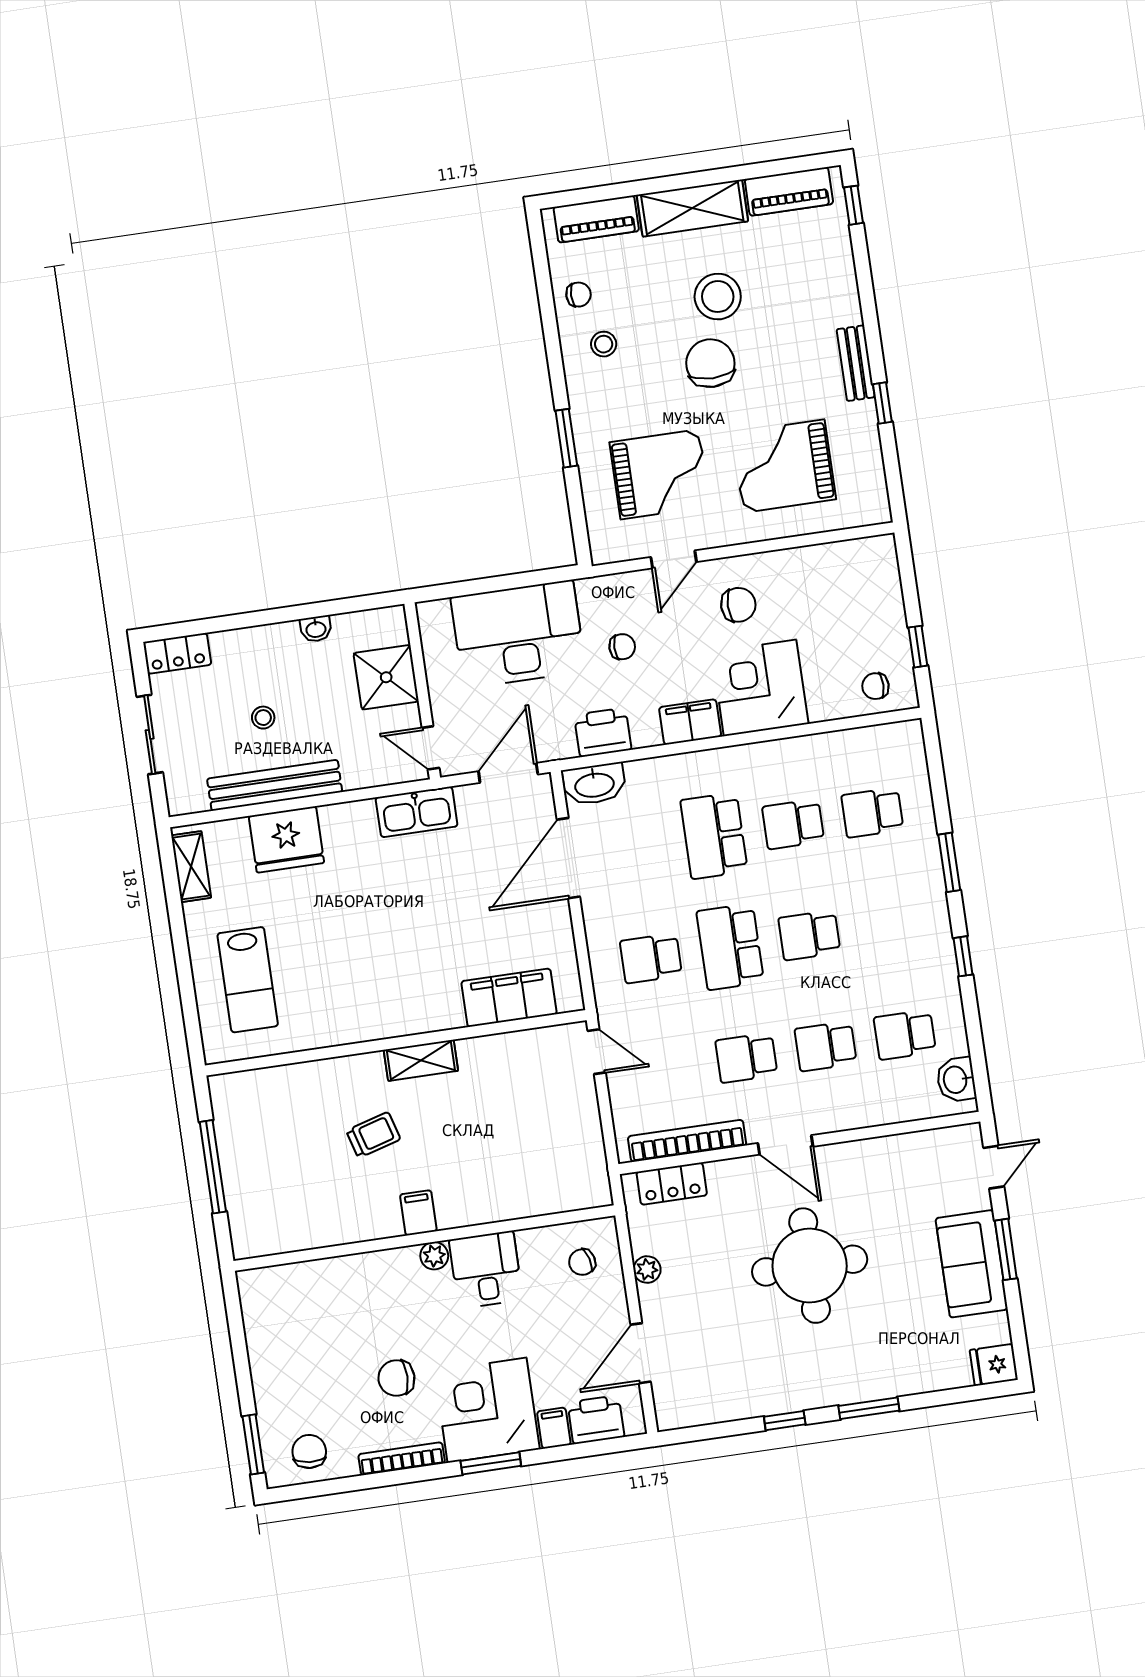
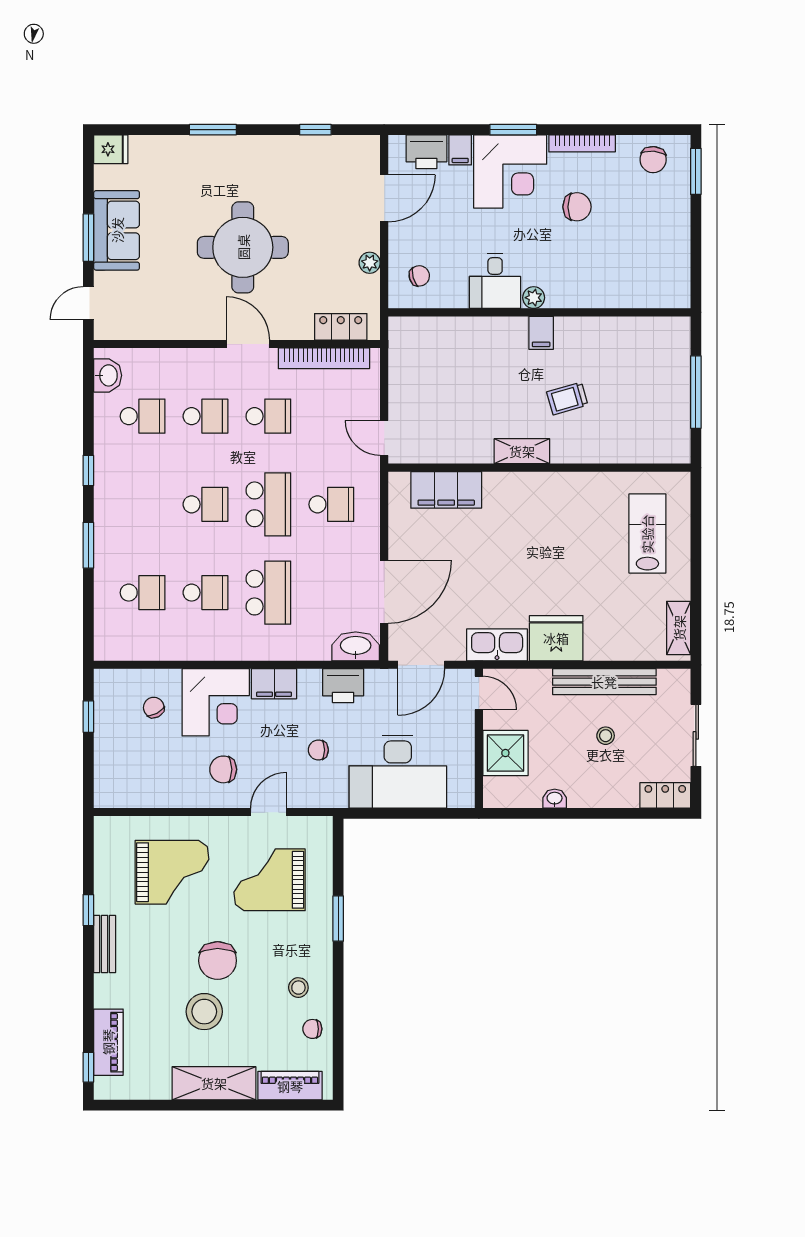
piano: (789, 192) -> (108, 1042), moved, turned 90
chair: (875, 686) -> (154, 708), moved, turned -118
fridge: (286, 839) -> (556, 638), moved
window: (785, 1421) -> (315, 130), moved

